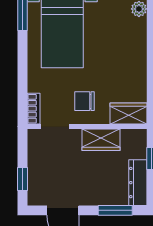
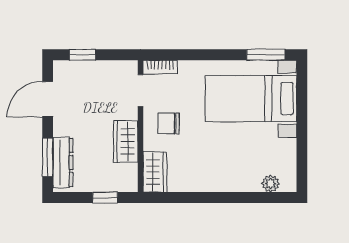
chair: (85, 101) -> (169, 123), turned -90
dresser: (138, 183) -> (63, 163), moved, turned 90

